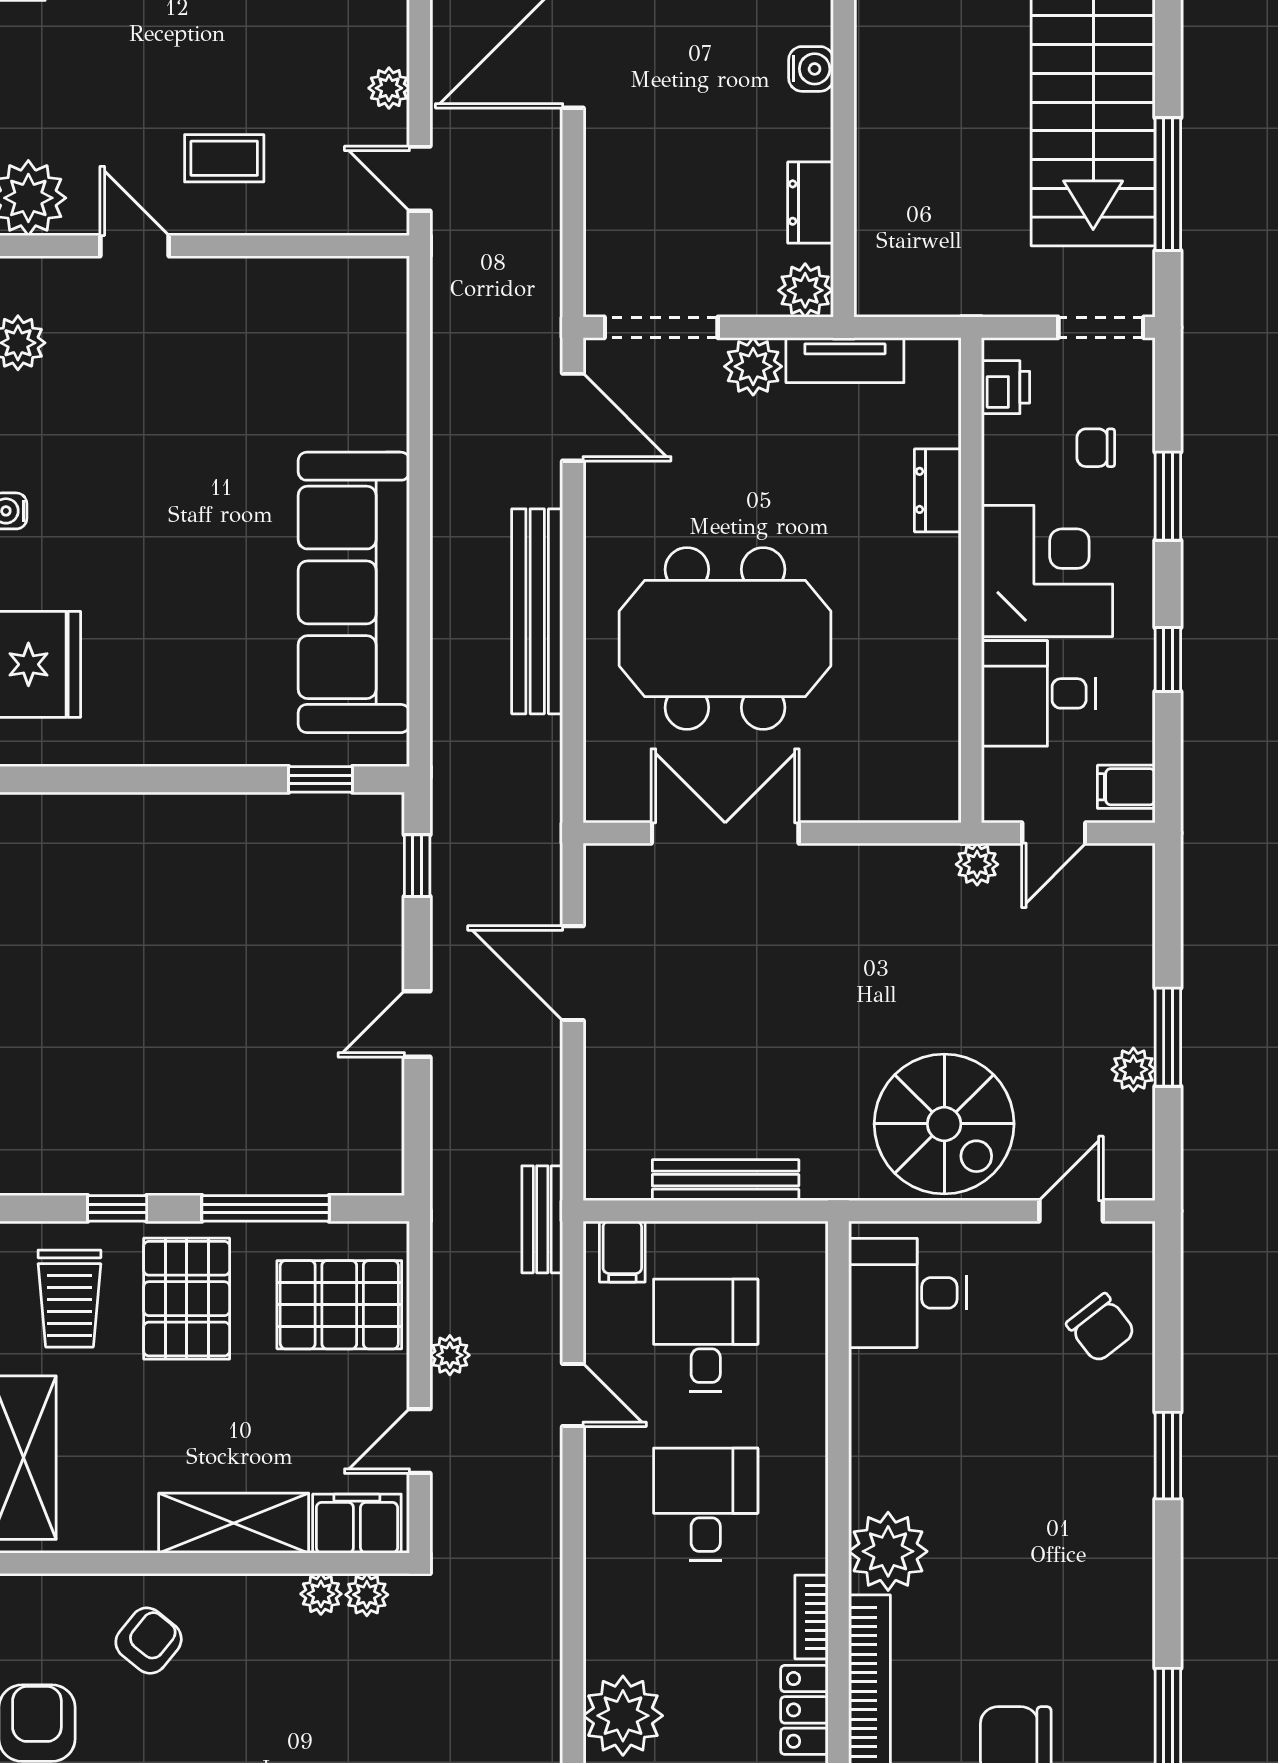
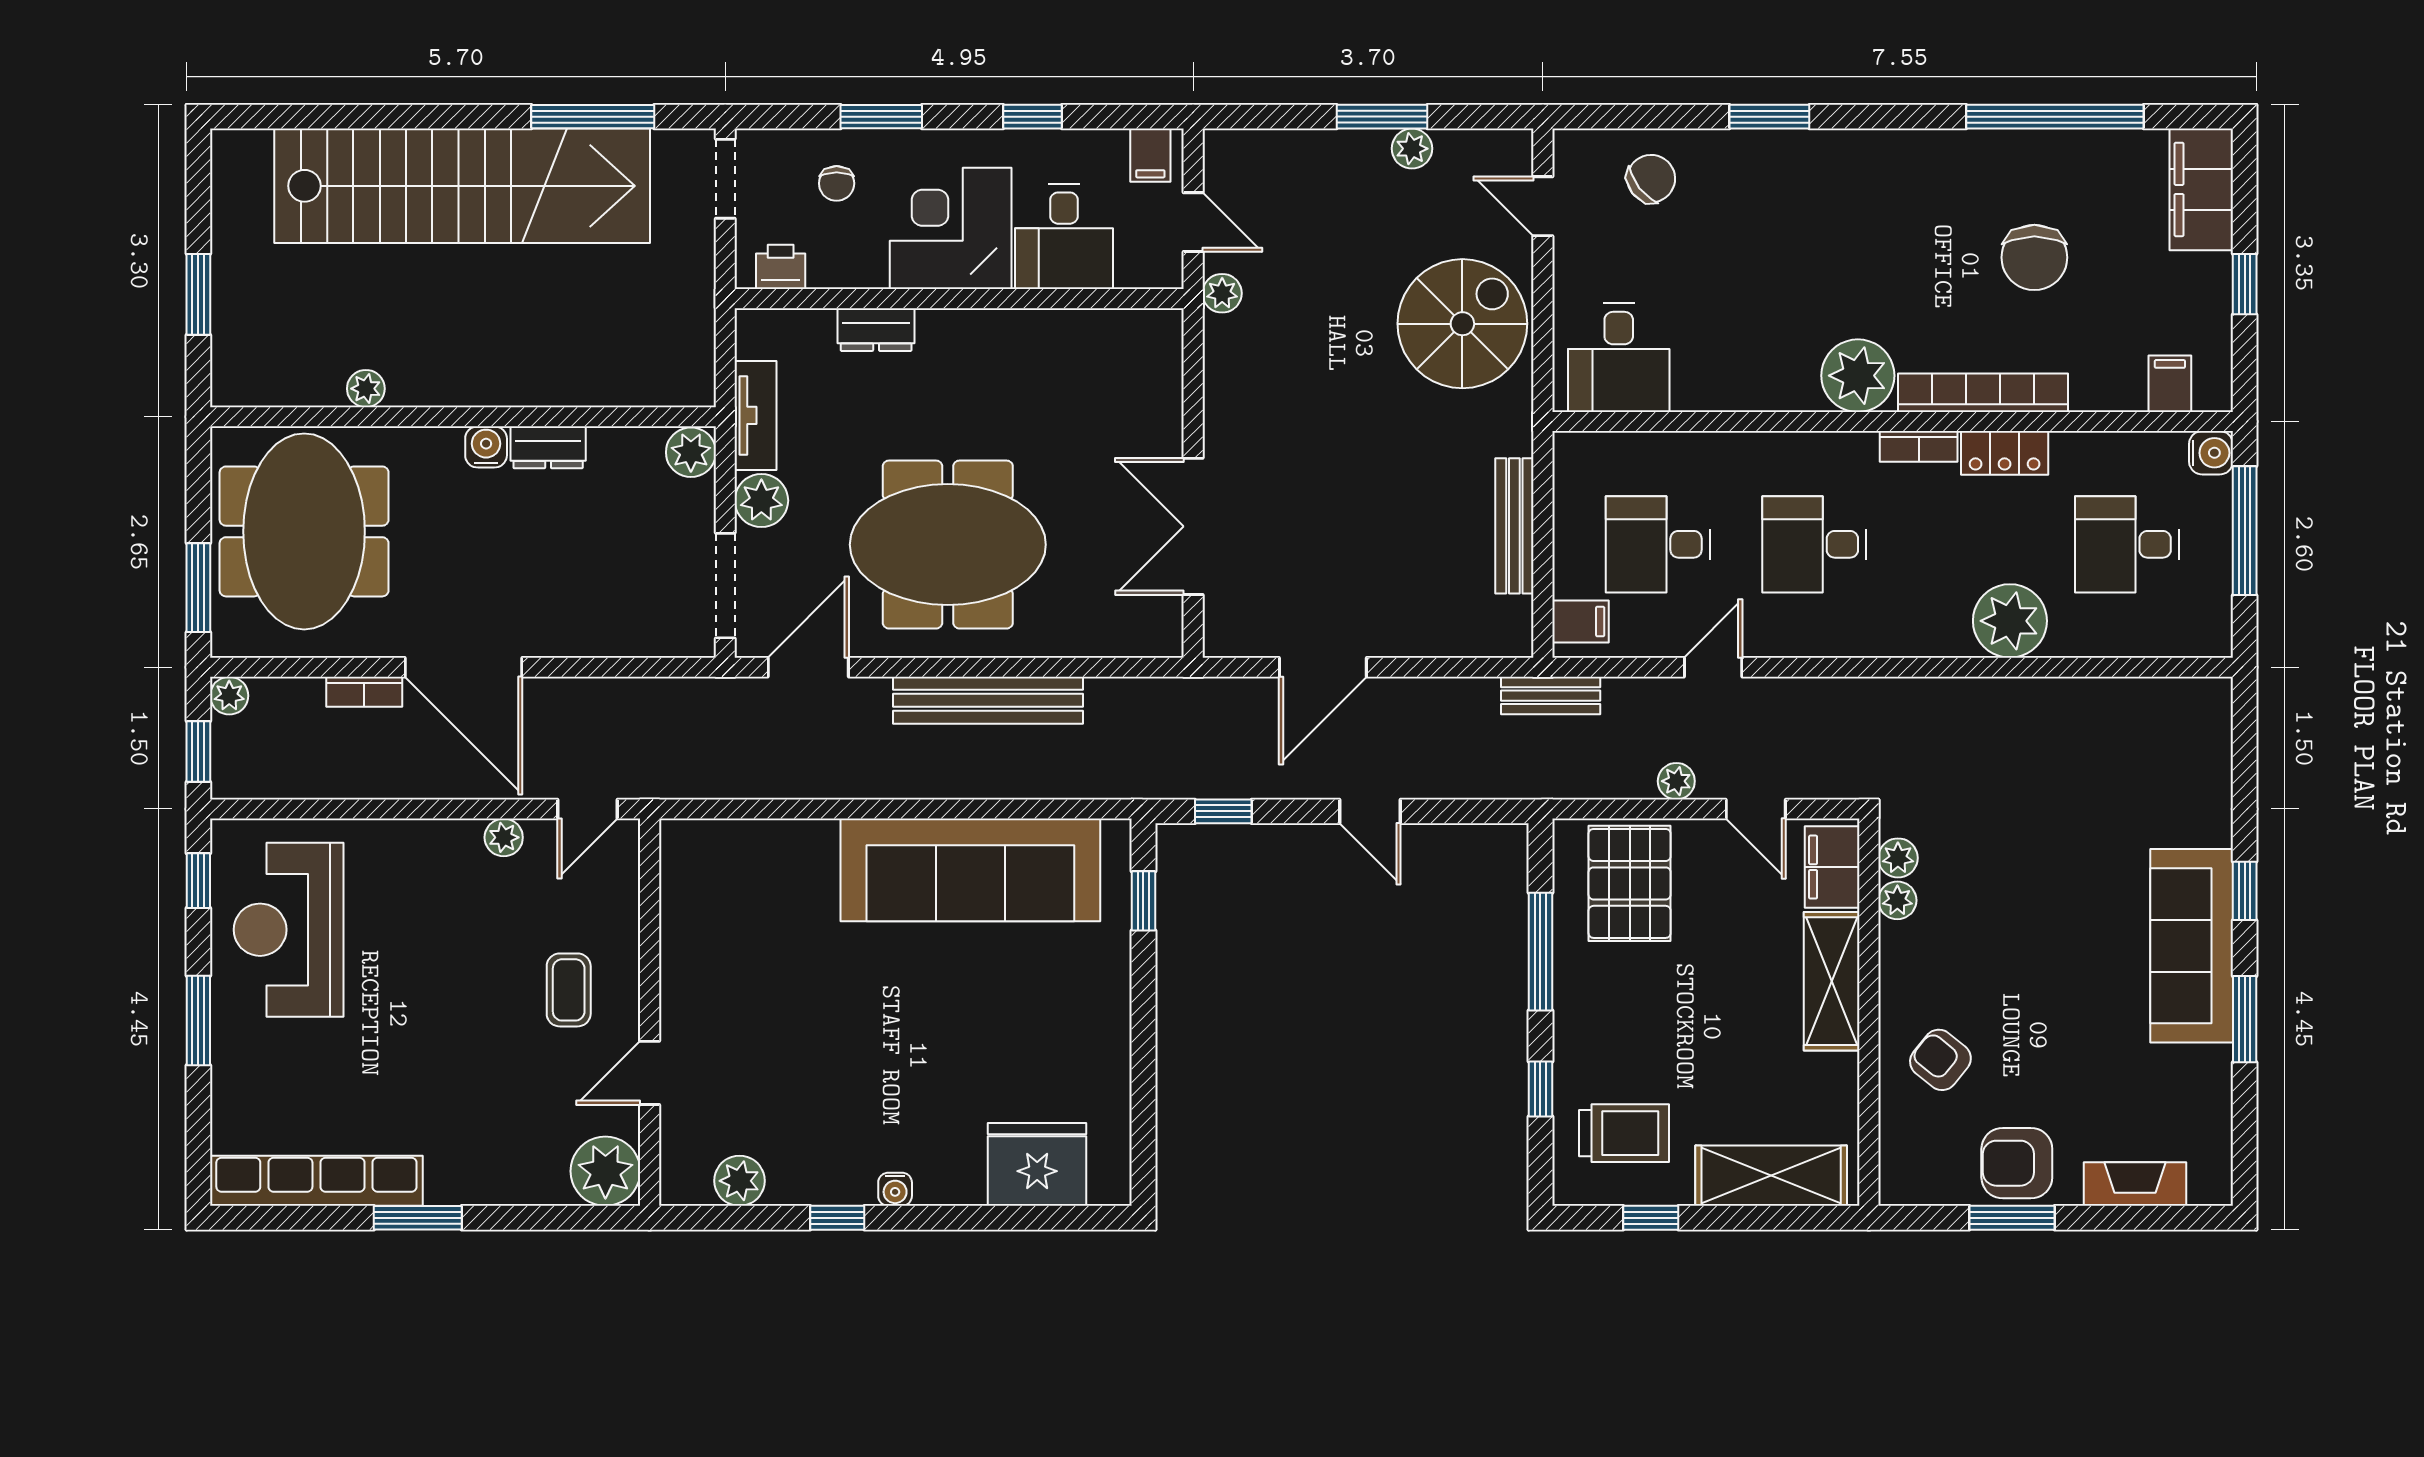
dresser: (811, 203) -> (548, 447), moved
meeting table: (725, 638) -> (948, 545), moved, turned 90
pallet: (187, 1299) -> (1624, 1025), removed

